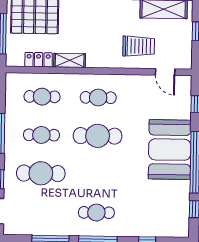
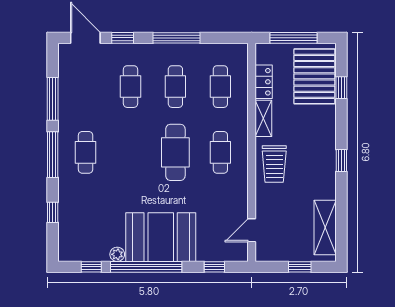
trolley: (139, 46) -> (274, 164), moved
cafe table: (41, 173) -> (130, 87), width x0.73, depth x0.74
plant: (184, 187) -> (117, 254), added

